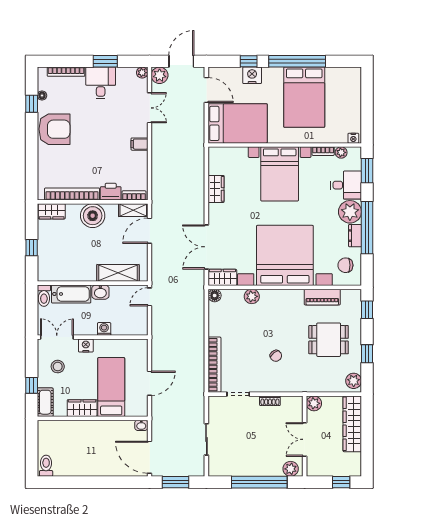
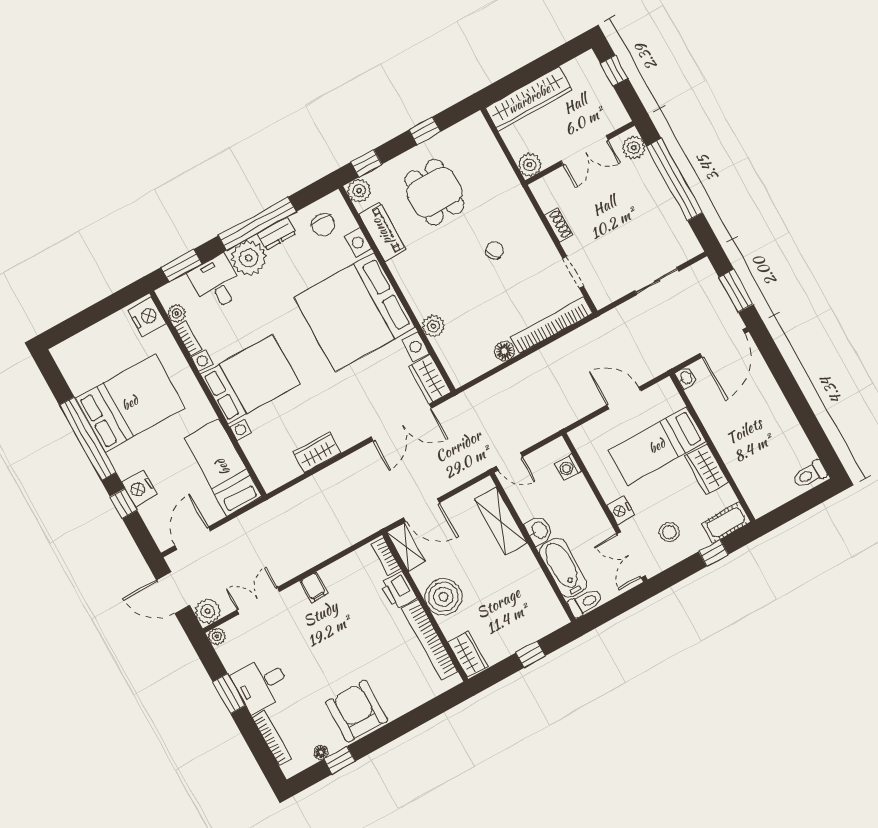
bed: (238, 123) -> (223, 467), width x0.67
nightstand: (353, 138) -> (147, 317), width x1.89, depth x1.79
floor lamp: (215, 295) -> (505, 351), moved
washing machine: (104, 329) -> (568, 467), moved
plant: (354, 381) -> (359, 191), moved

